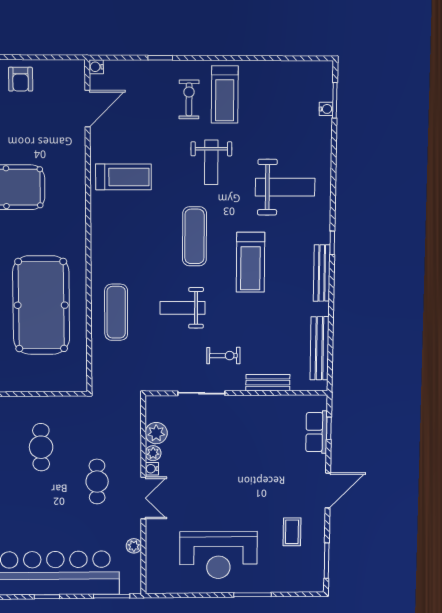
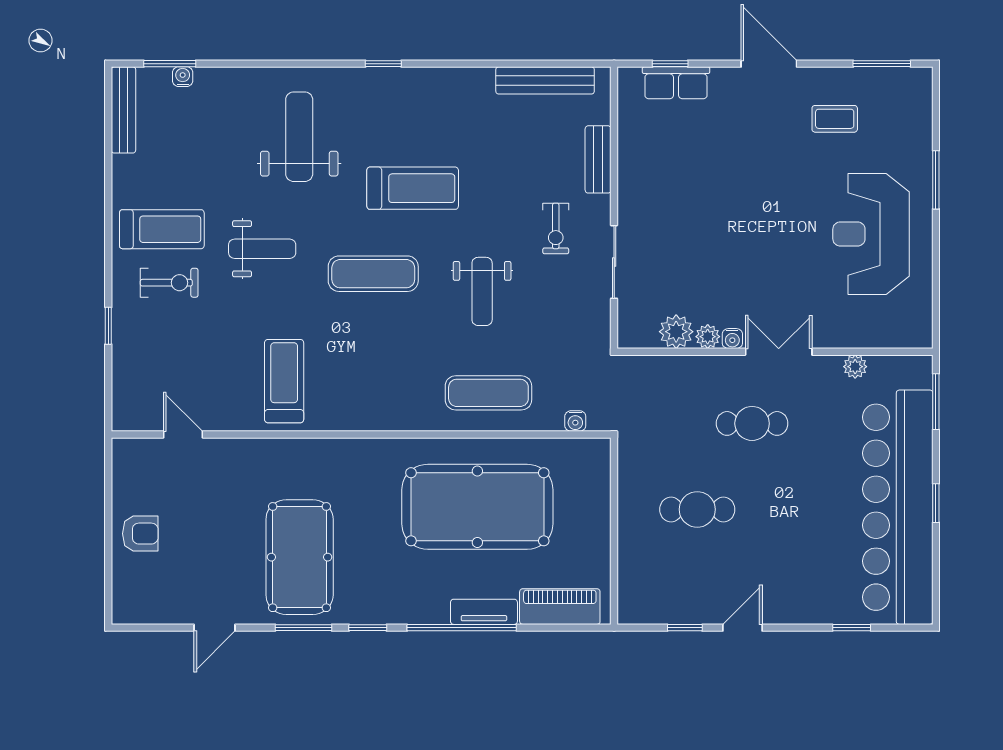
water cooler: (96, 67) -> (575, 421), moved
exercise bike: (189, 99) -> (169, 283), turned 180
door: (87, 109) -> (183, 434), width x0.73
bench: (322, 273) -> (123, 110), moved, turned 90
exercise bike: (223, 356) -> (556, 228), turned 180
reception desk: (218, 555) -> (871, 234), turned 180

